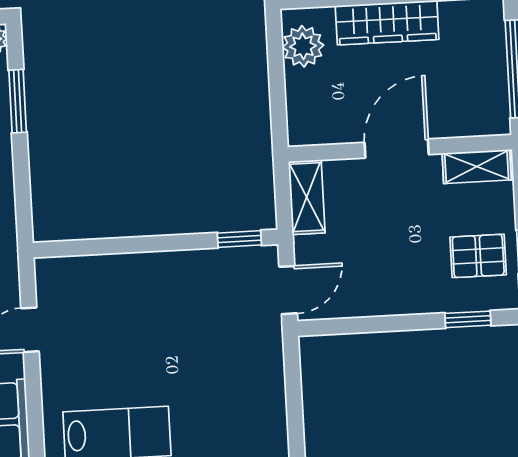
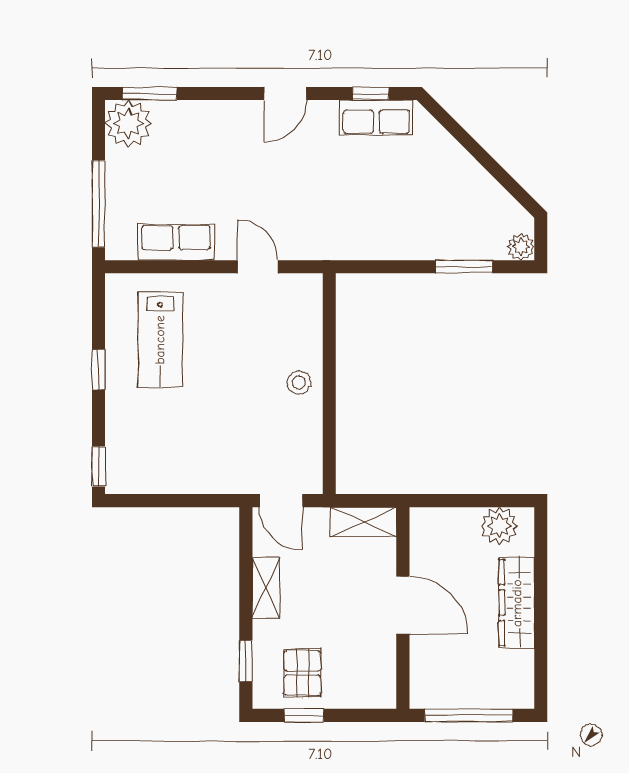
shelving: (477, 167) -> (266, 588), moved
window: (239, 239) -> (329, 459), removed
stool: (156, 277) -> (299, 383), added

